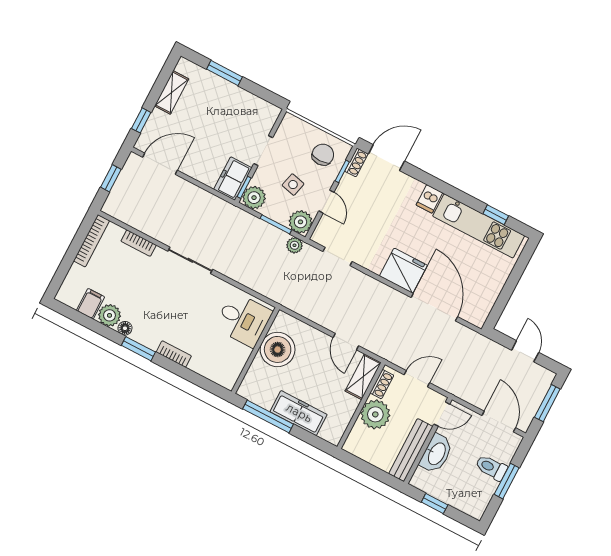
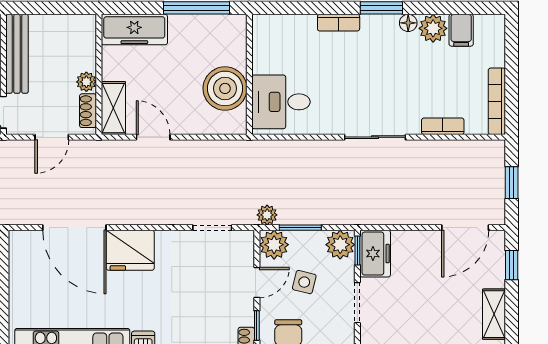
door: (326, 202) -> (257, 282), swing flipped
freezer: (299, 413) -> (134, 30), moved
plant: (375, 414) -> (86, 82), width x0.53, depth x0.53

